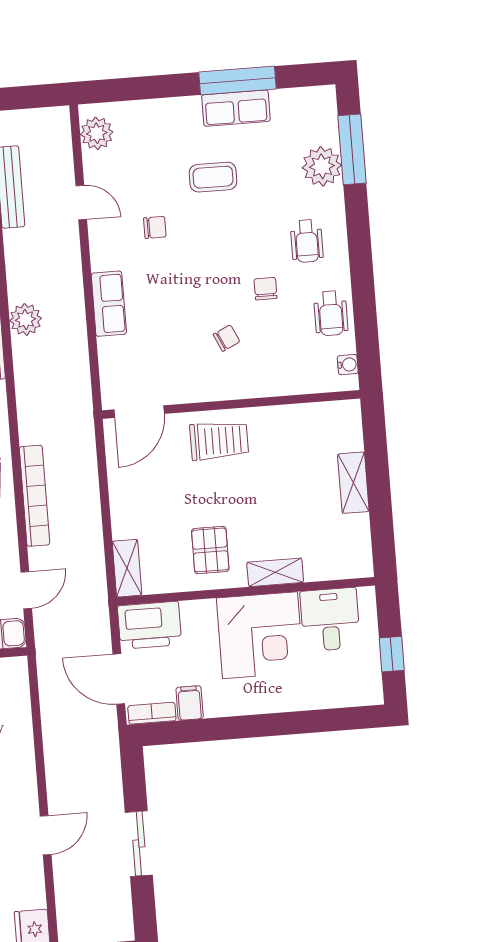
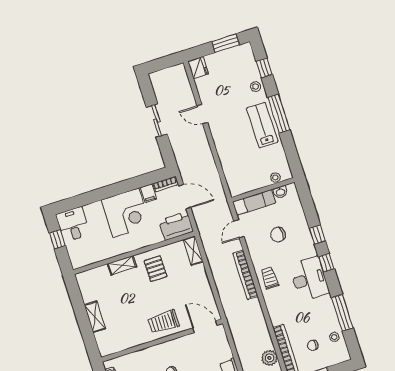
door: (139, 412) -> (205, 327), hinge flipped
desk: (330, 619) -> (73, 224), moved, turned 180
corner desk: (260, 635) -> (126, 213), moved, turned 180
door: (46, 835) -> (202, 114), hinge flipped

